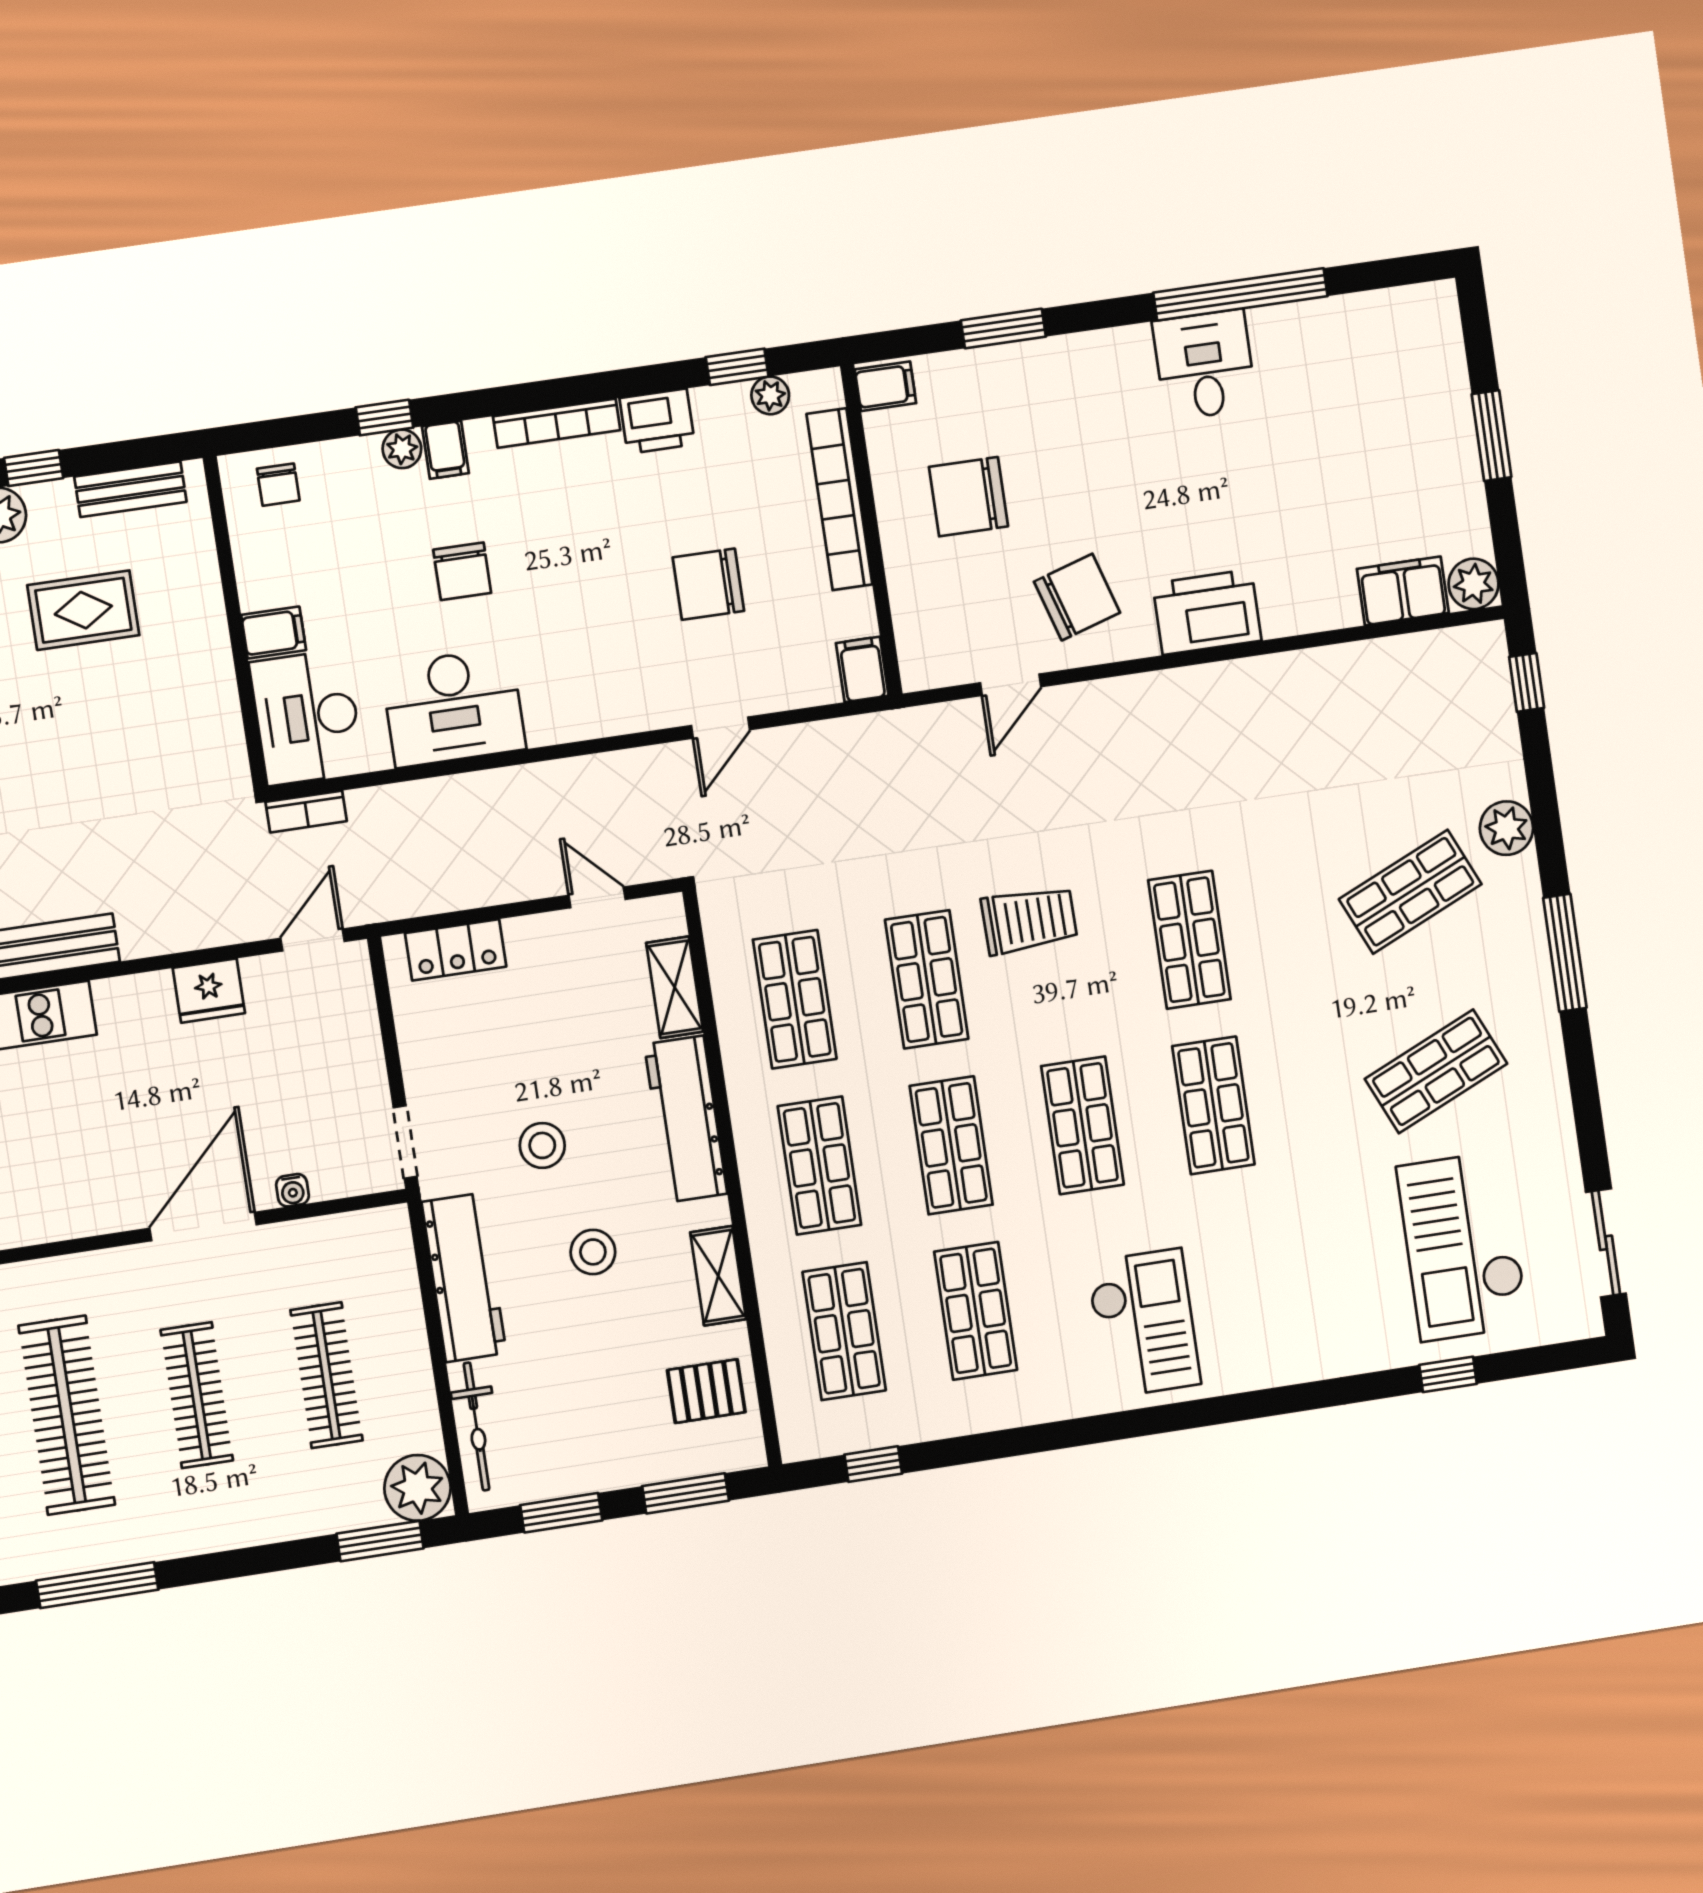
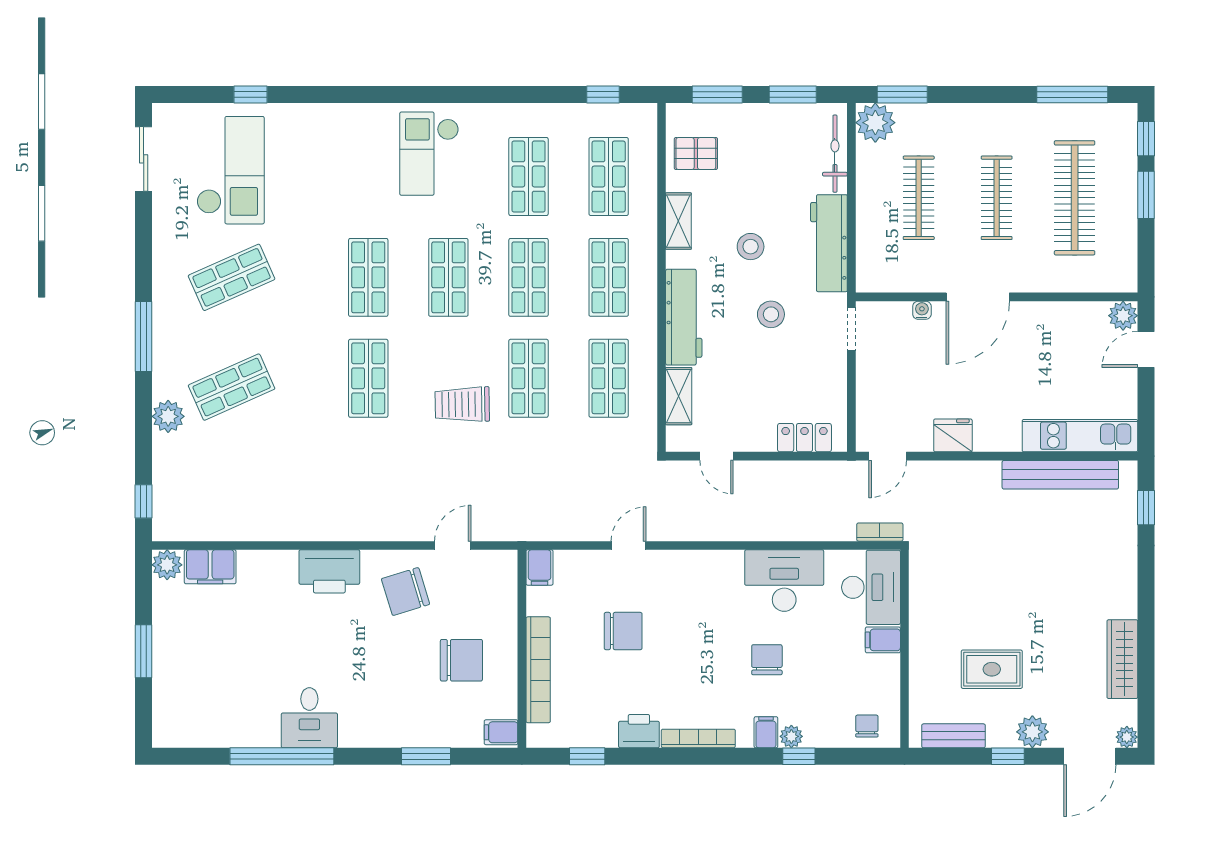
plant: (770, 395) -> (570, 737), removed

